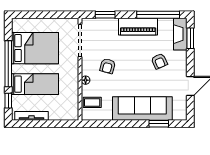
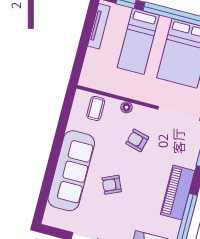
armchair: (159, 61) -> (112, 185), moved
window: (159, 124) -> (46, 187), removed

